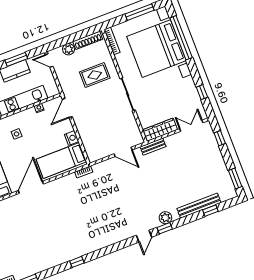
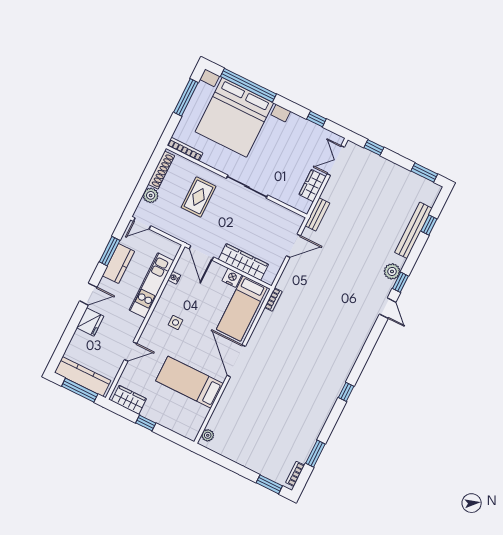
wardrobe: (160, 130) -> (312, 186), width x0.67
wardrobe: (86, 135) -> (243, 262), added

